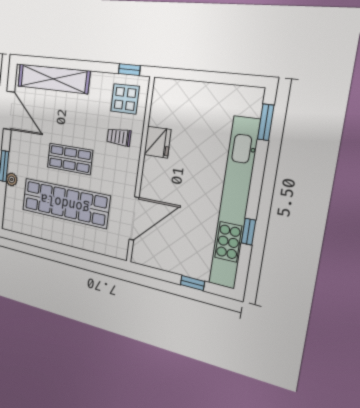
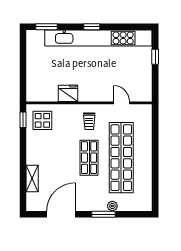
shelving: (53, 79) -> (32, 178), width x0.45, depth x0.75
trolley: (119, 137) -> (89, 121), moved
door: (134, 219) -> (122, 103), width x0.53
window: (248, 232) -> (92, 27), moved

